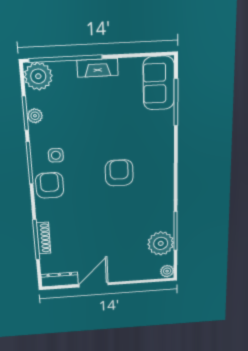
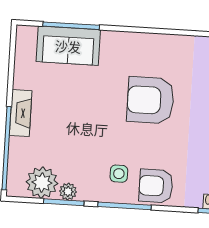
plant: (38, 76) -> (42, 183), moved
sofa: (159, 83) -> (68, 46), moved
armchair: (119, 173) -> (150, 100), width x1.36, depth x1.36

